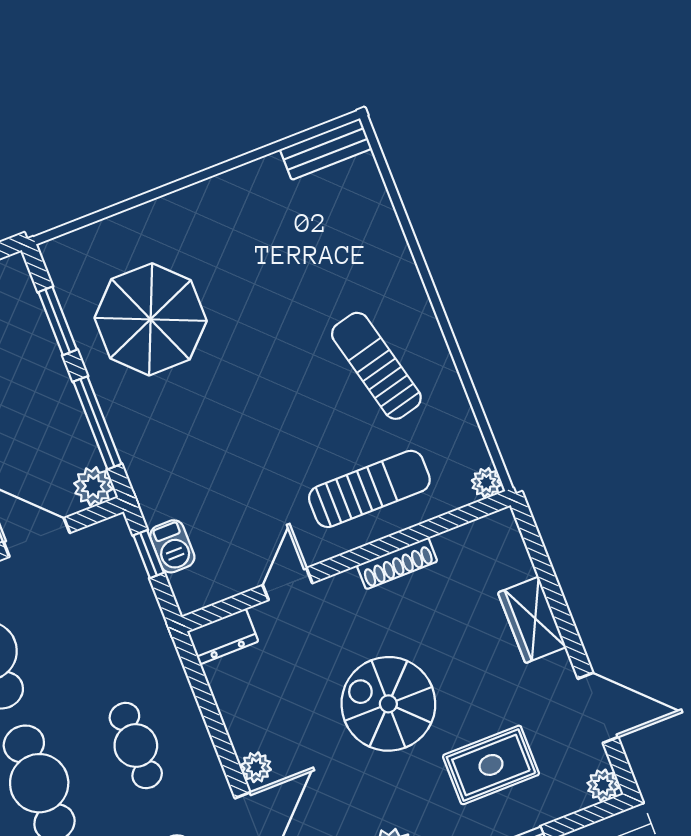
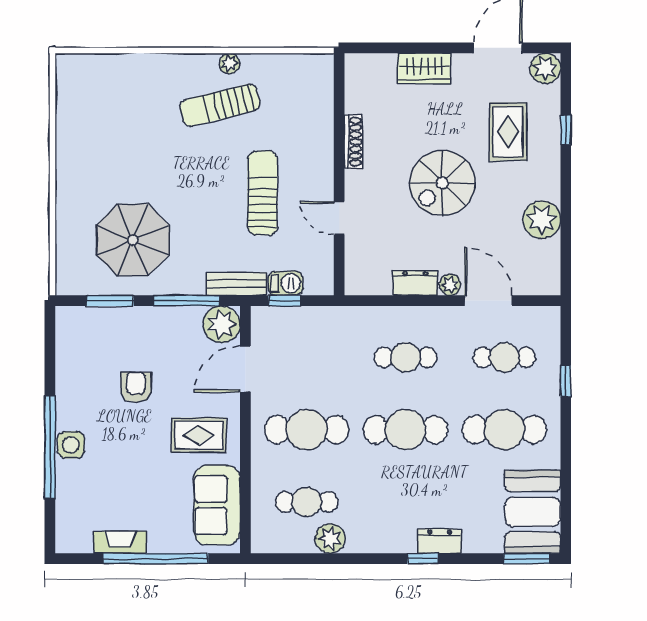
bench: (326, 149) -> (236, 284), moved, turned 90
plant: (486, 483) -> (229, 63), moved
plant: (93, 486) -> (222, 324), width x1.36, depth x1.36
sun lounger: (369, 489) -> (262, 193), moved
dresser: (223, 636) -> (415, 283), moved, turned -90
plant: (603, 785) -> (545, 68), width x1.38, depth x1.38

